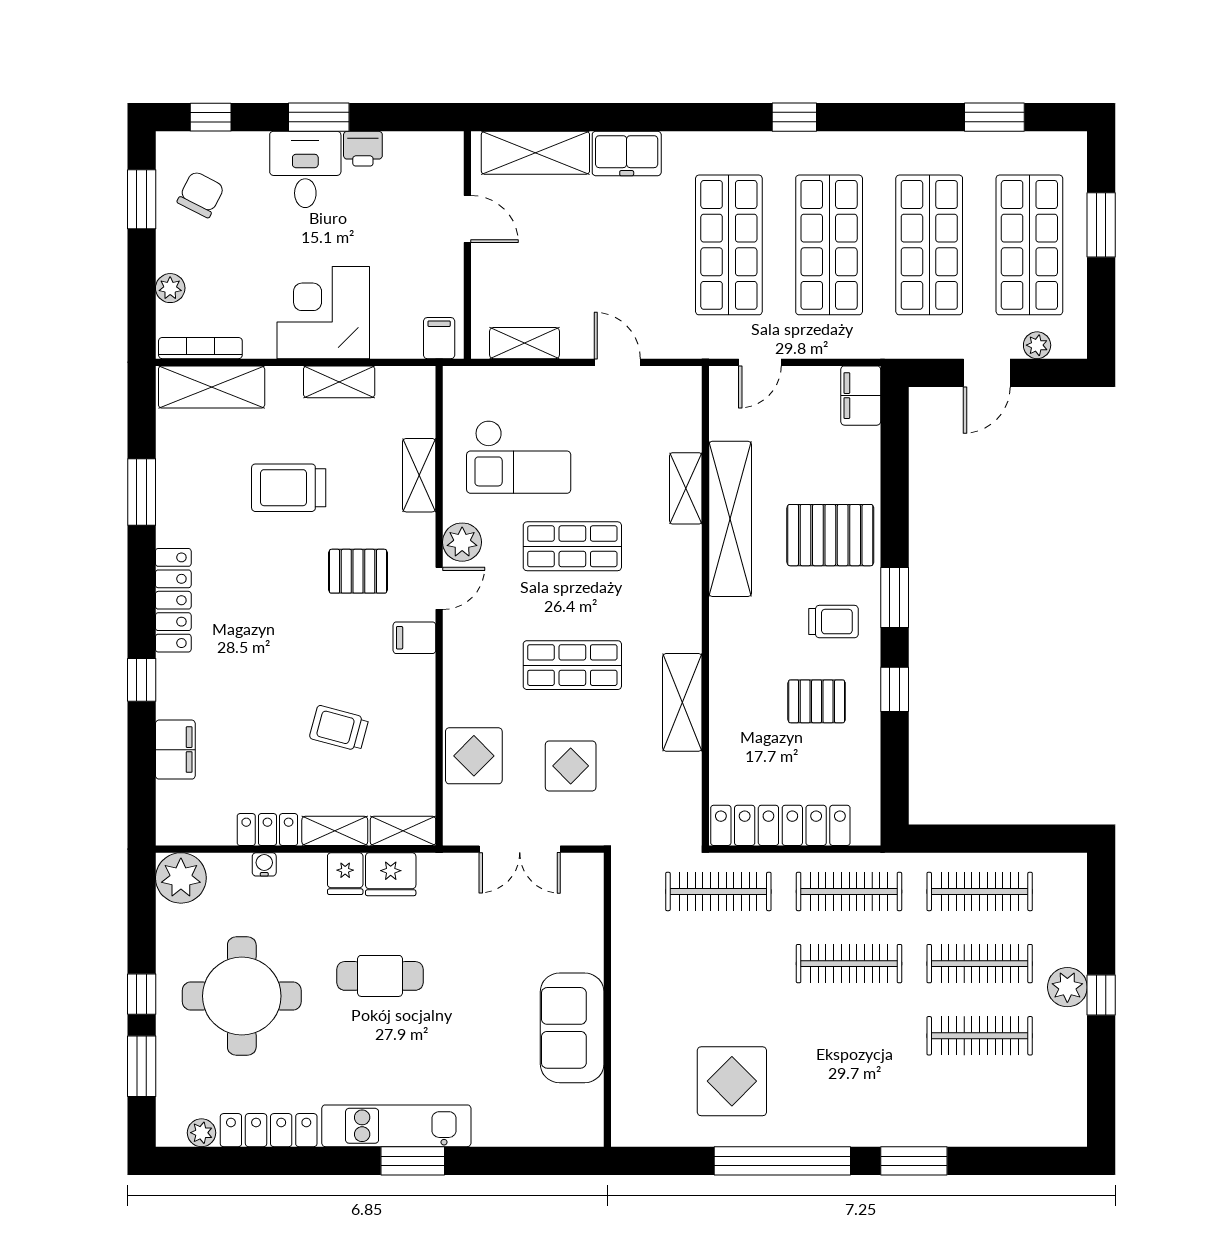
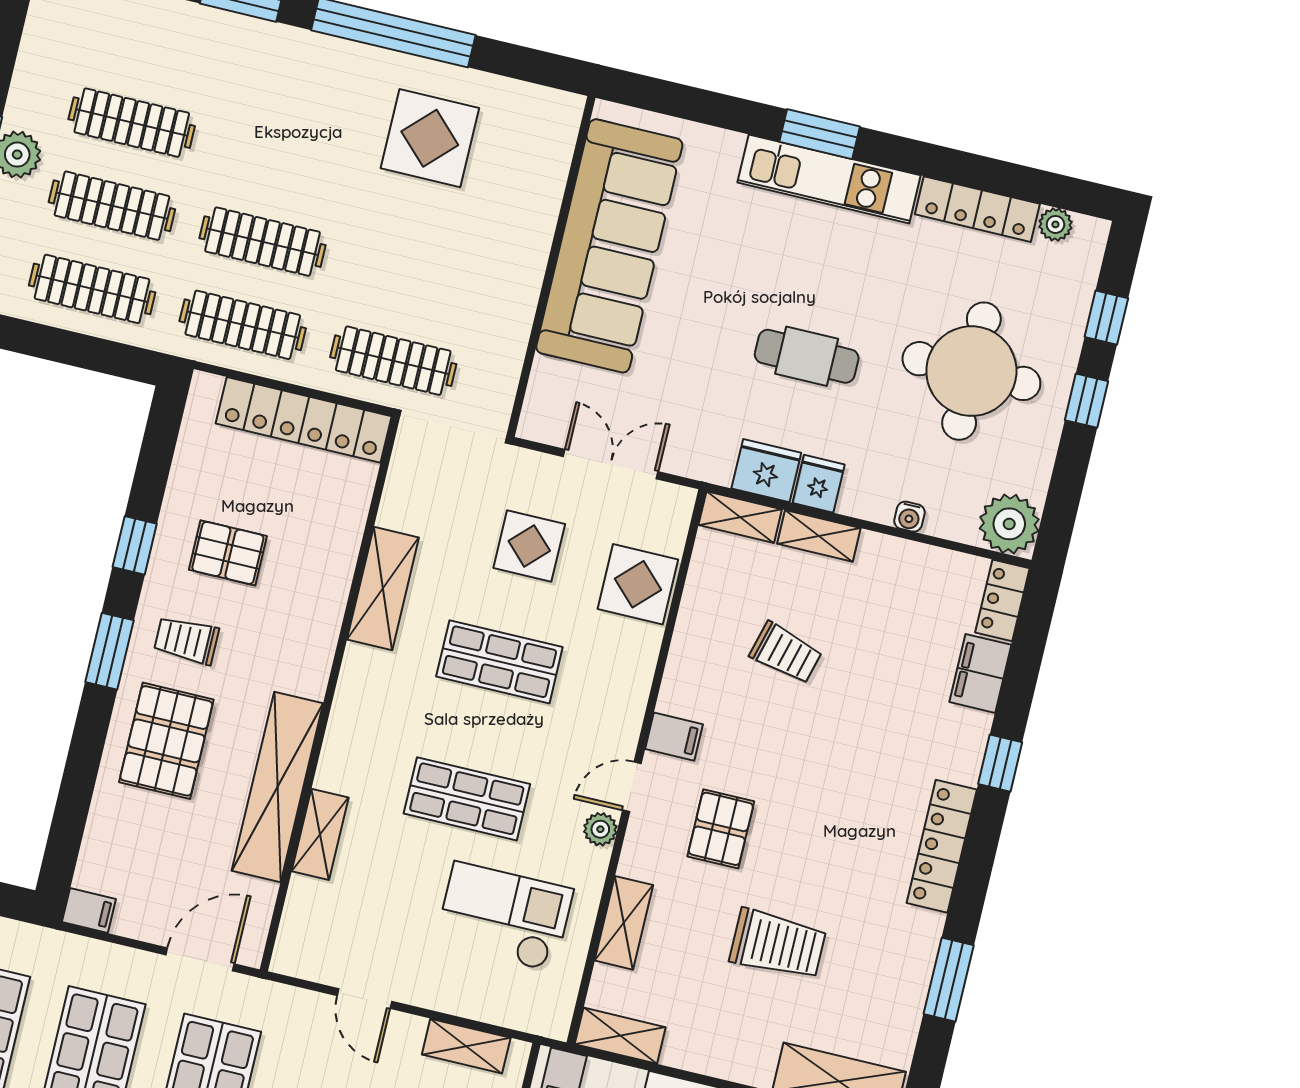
door: (760, 362) -> (200, 959), width x1.38
shelving: (339, 382) -> (620, 1036), moved
filing cabinet: (861, 396) -> (89, 911), width x0.50
pallet: (830, 535) -> (166, 741), turned 90
plant: (462, 542) -> (600, 829), width x0.73, depth x0.73
pallet: (358, 571) -> (721, 829), turned 90
locker: (267, 830) -> (1002, 600), moved, turned 90
sofa: (572, 1028) -> (609, 246), width x1.85, depth x1.27
window: (142, 1066) -> (1106, 318), width x0.67

